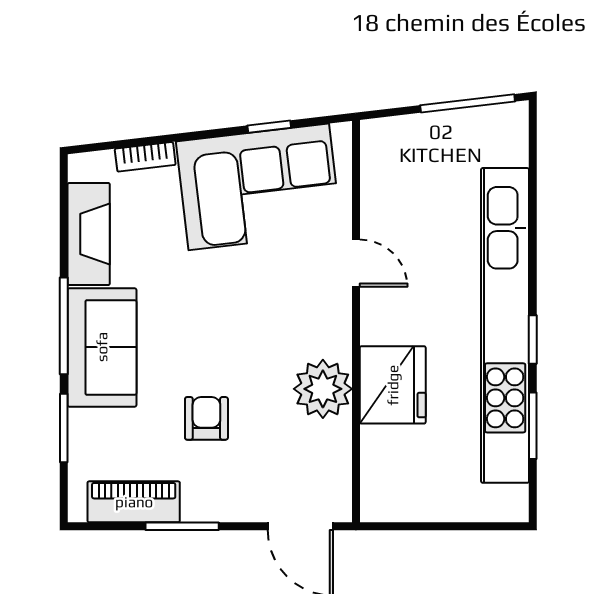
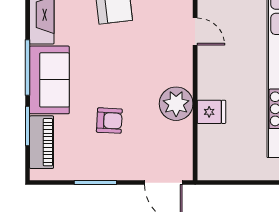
fridge: (393, 385) -> (211, 112), width x0.53, depth x0.75
armchair: (206, 418) -> (109, 121), turned 93
piano: (134, 502) -> (42, 142), moved, turned 90

